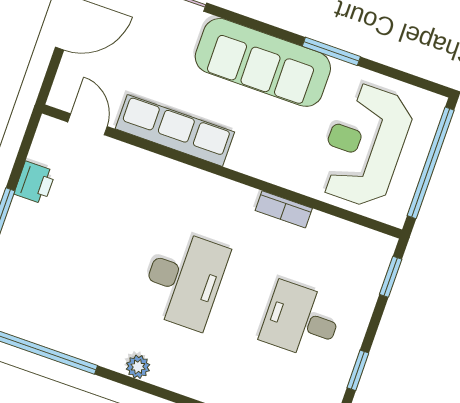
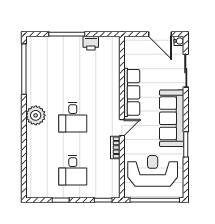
door: (88, 124) -> (122, 128), moved
desk: (184, 280) -> (73, 117), width x0.73
desk: (301, 320) -> (73, 170), turned 180
plant: (138, 367) -> (36, 115), width x1.88, depth x1.88

